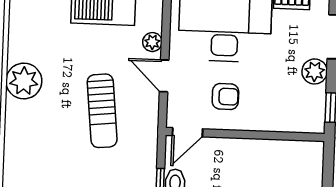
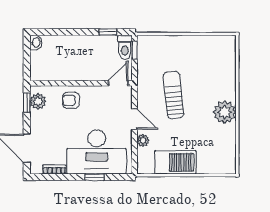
plant: (315, 71) -> (38, 101), moved
armchair: (225, 96) -> (71, 100), moved

